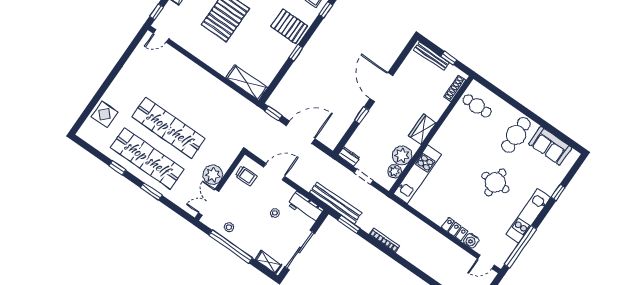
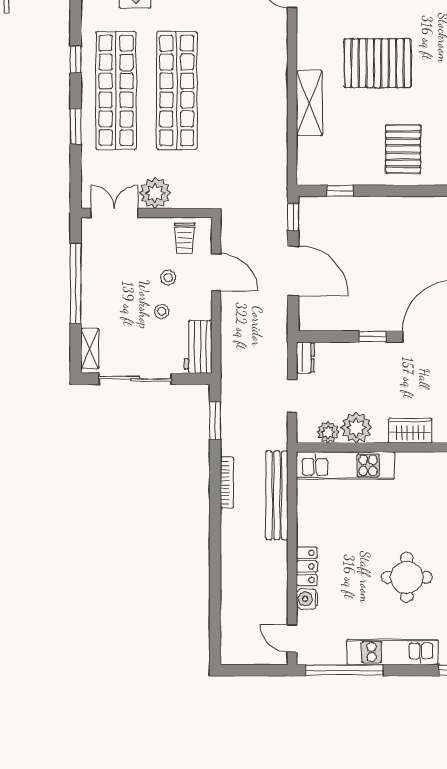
pallet: (289, 26) -> (403, 149), moved
window: (296, 53) -> (340, 191), moved
shelving: (247, 83) -> (309, 103), moved
bench: (336, 203) -> (277, 495), moved
stool: (229, 227) -> (168, 278), moved

